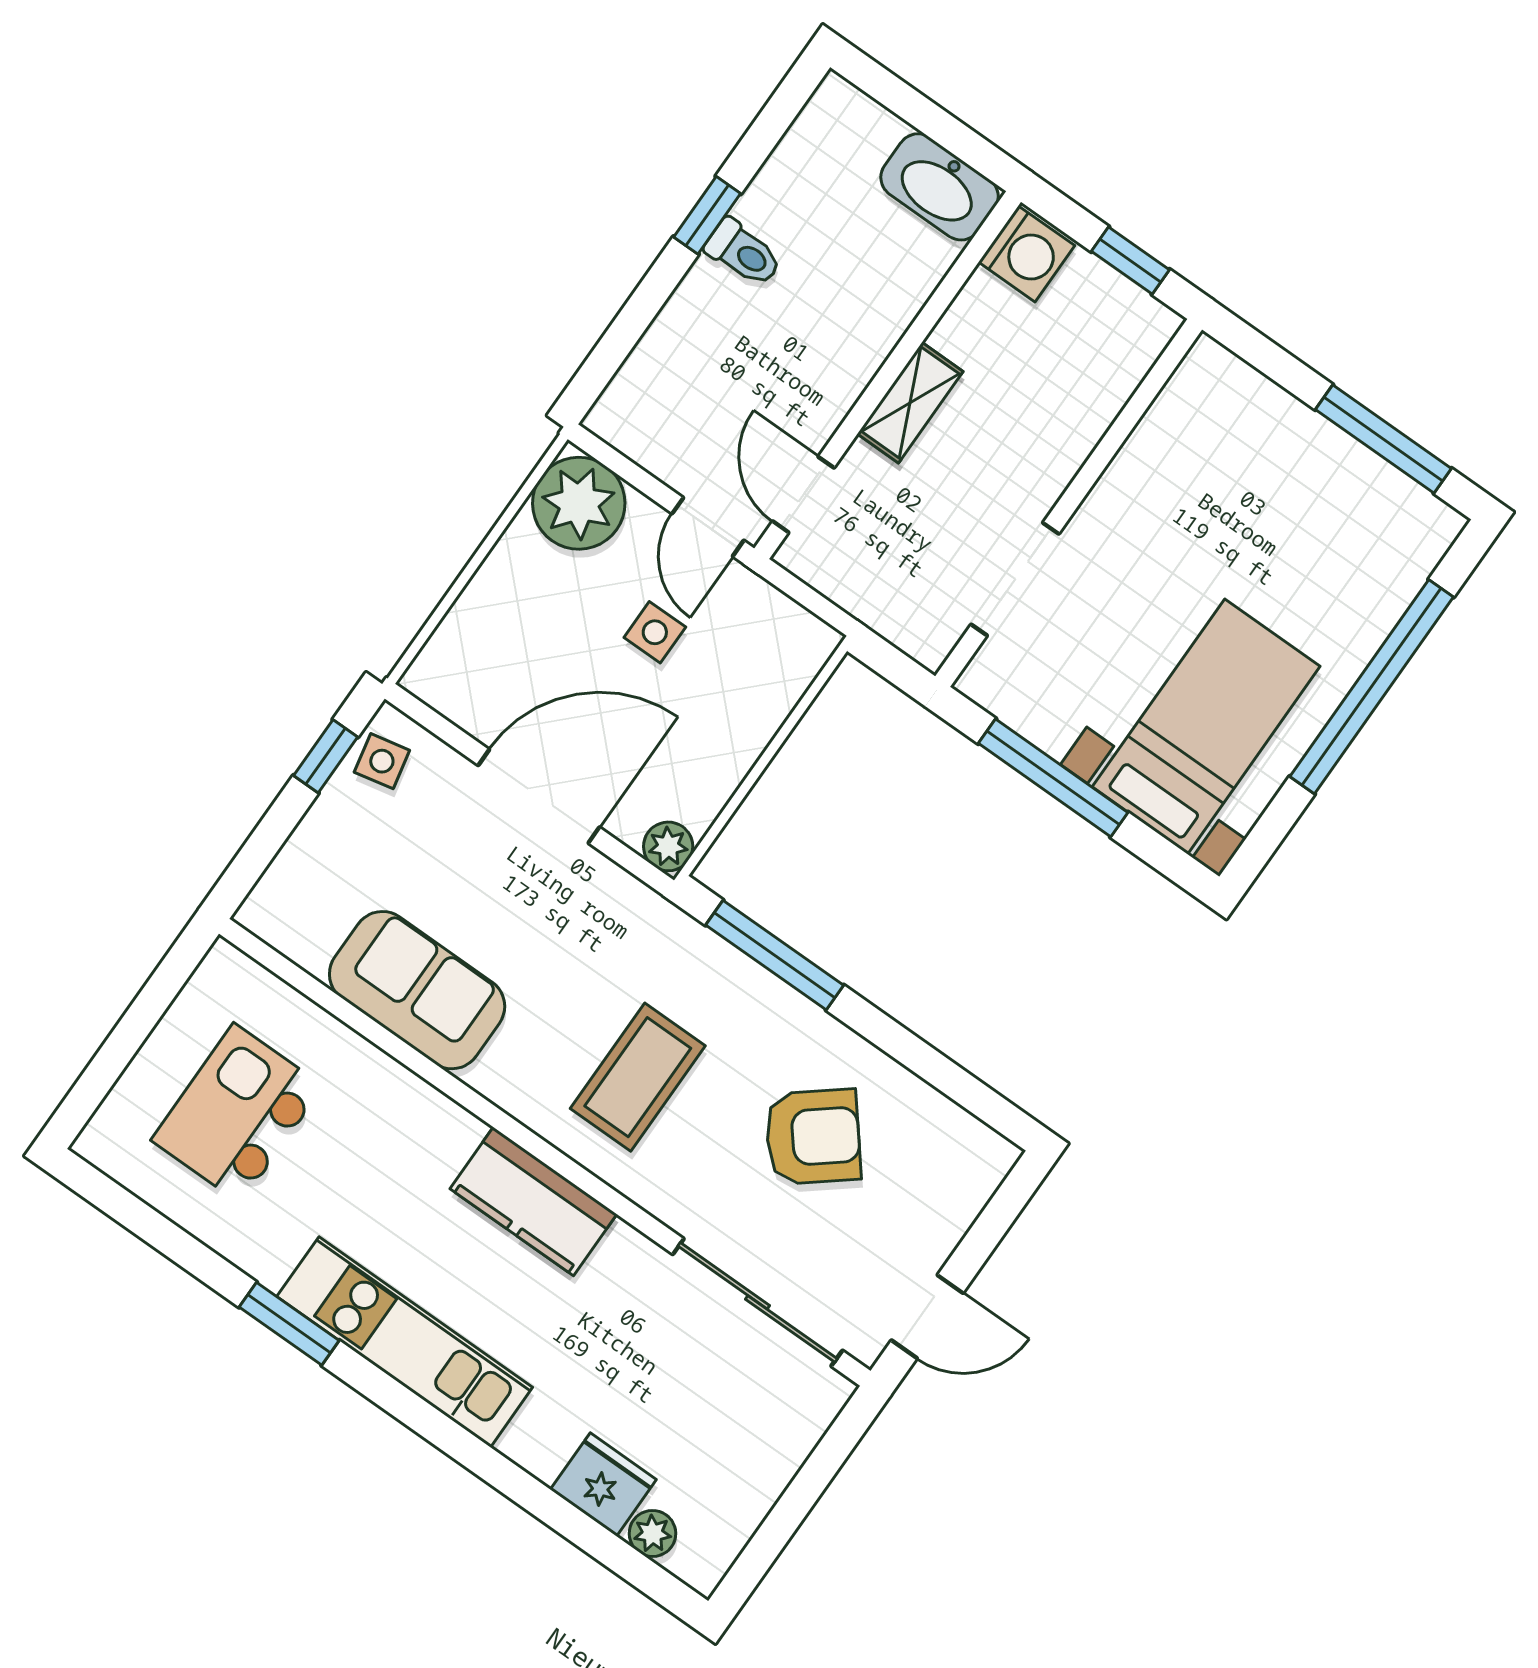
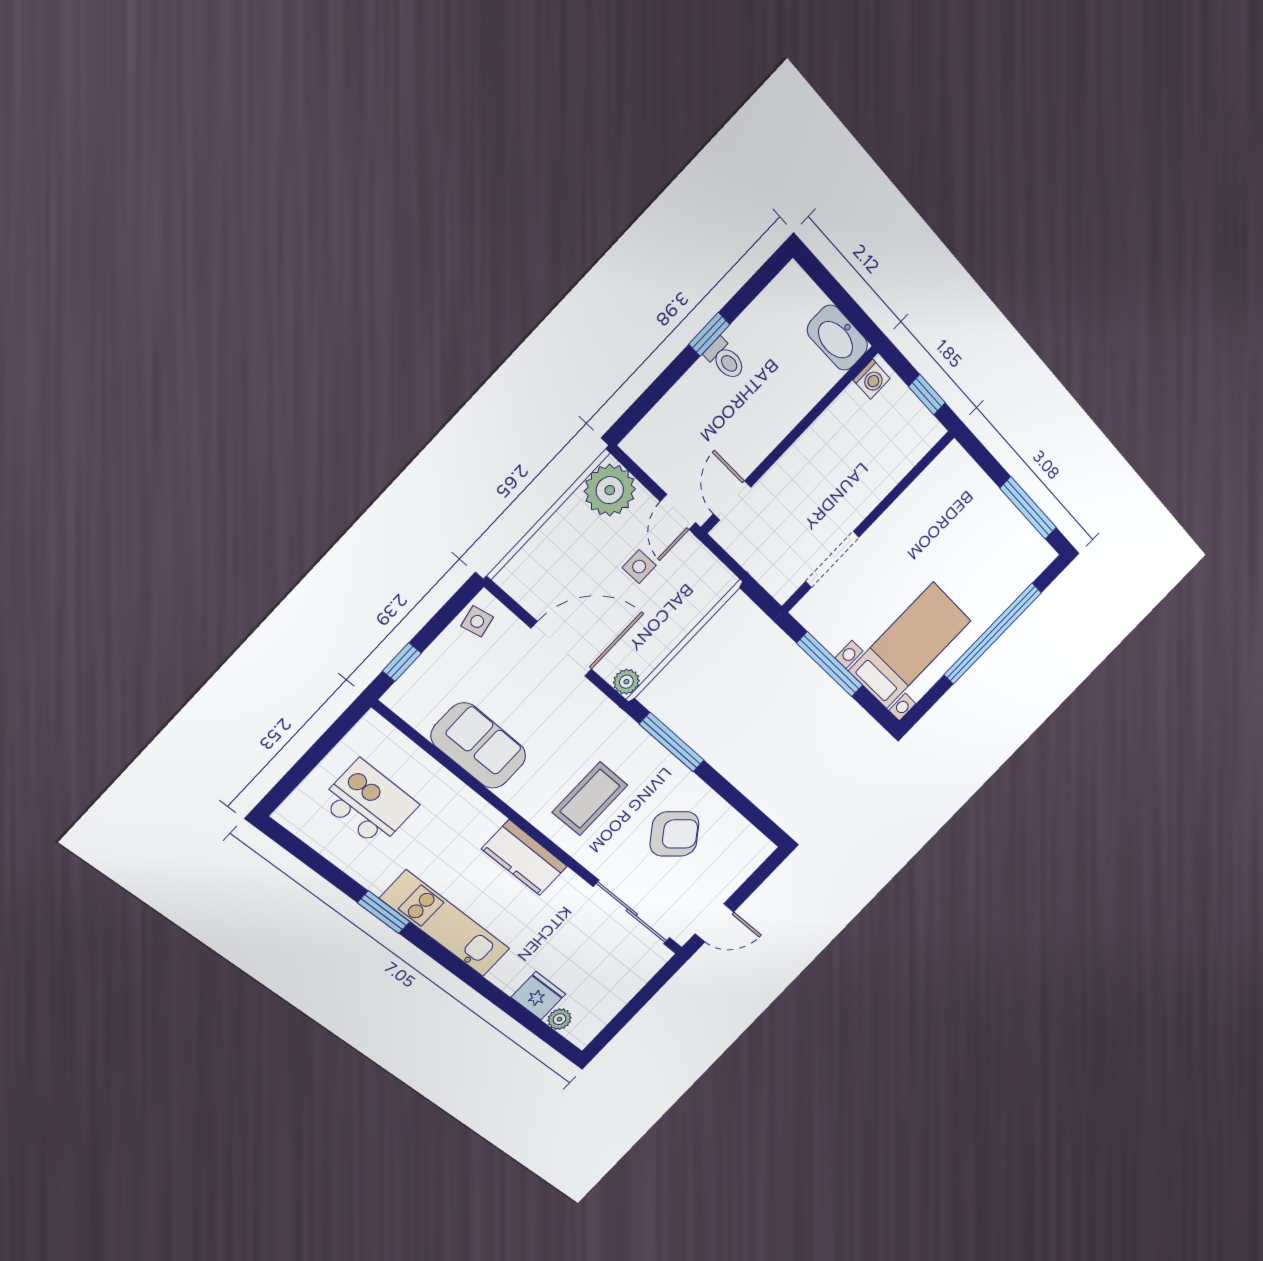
washing machine: (1027, 254) -> (872, 379), width x0.73, depth x0.73
shelving: (910, 403) -> (798, 457), removed
window: (326, 756) -> (402, 662), moved
kitchen island: (237, 1113) -> (369, 803), turned 90

